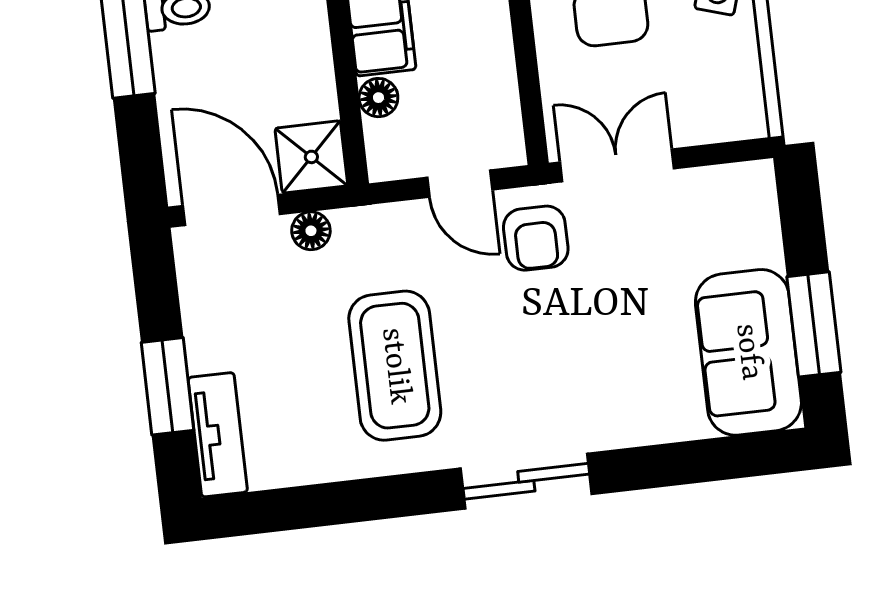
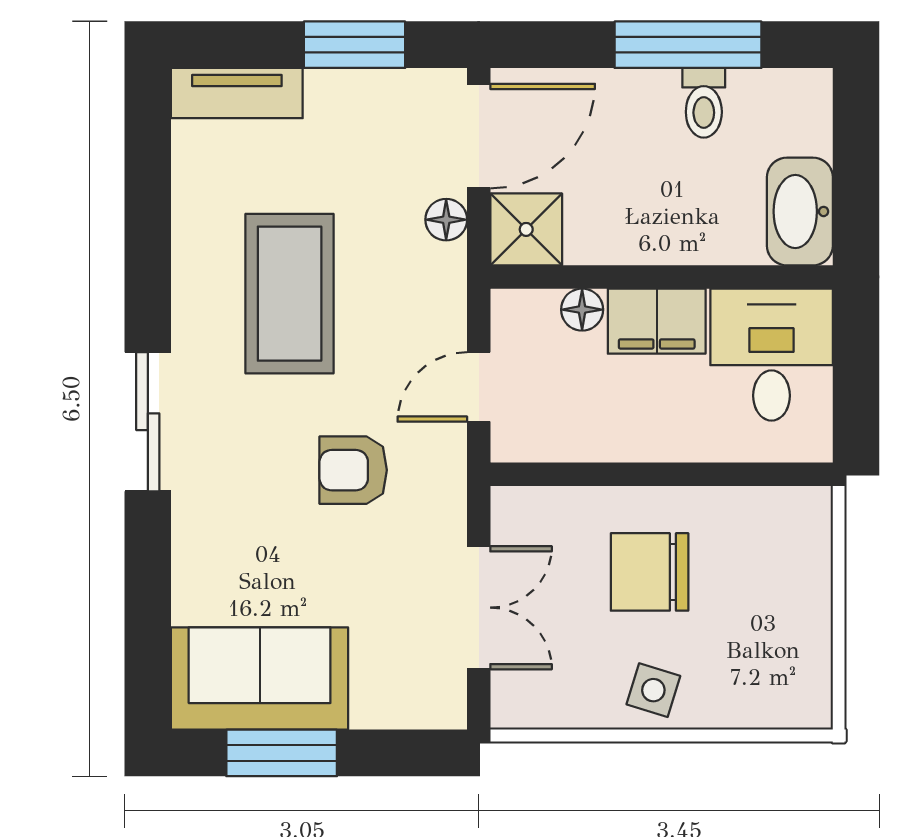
double door: (617, 165) -> (479, 608), moved
armchair: (536, 238) -> (353, 470), moved
coffee table: (395, 366) -> (290, 294), turned 90
window: (167, 386) -> (354, 45), moved

